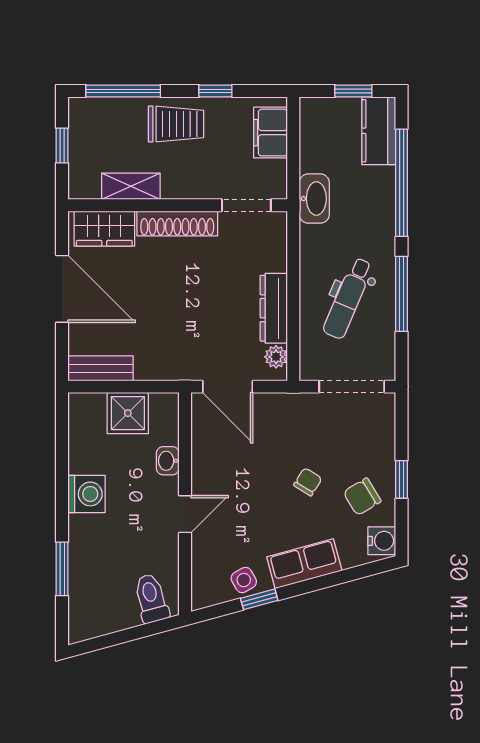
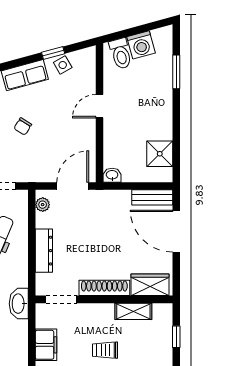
trolley: (176, 124) -> (105, 350), width x0.73, depth x0.72
door: (62, 289) -> (176, 231), moved
dresser: (274, 308) -> (44, 251), moved
door: (228, 387) -> (73, 186), hinge flipped
shower: (128, 413) -> (160, 154), moved
washbasin: (168, 461) -> (112, 175), moved, turned -90
washing machine: (87, 494) -> (141, 45), moved, turned -105

